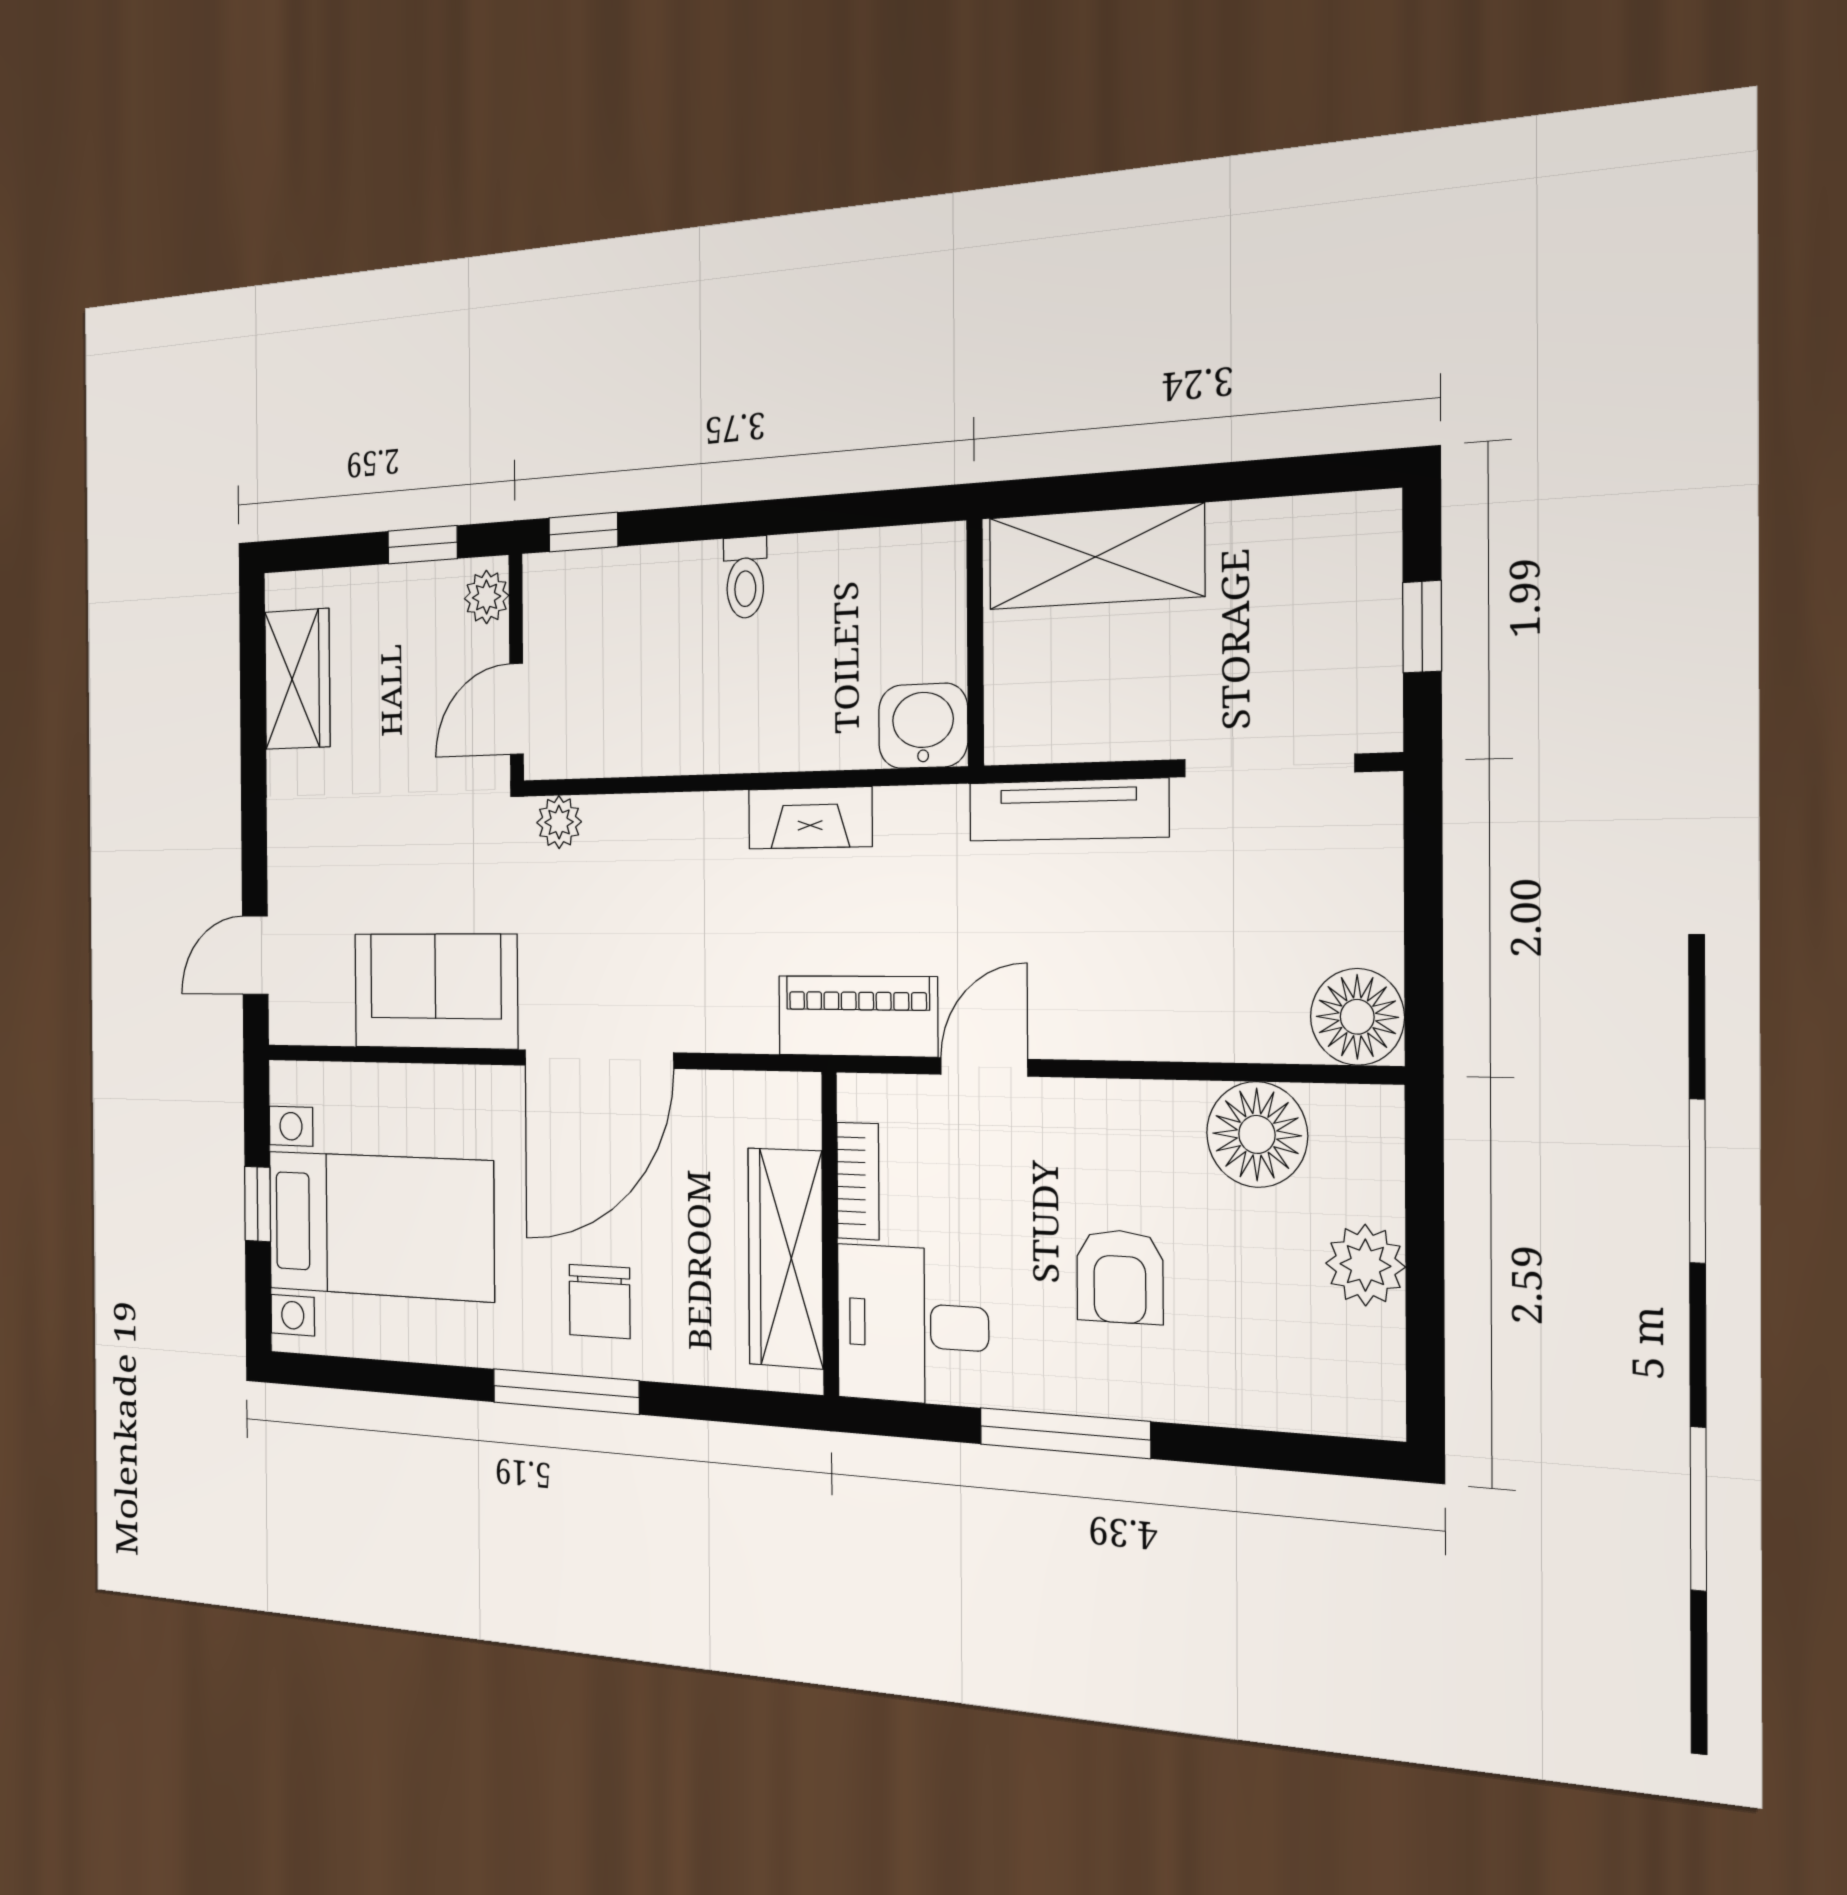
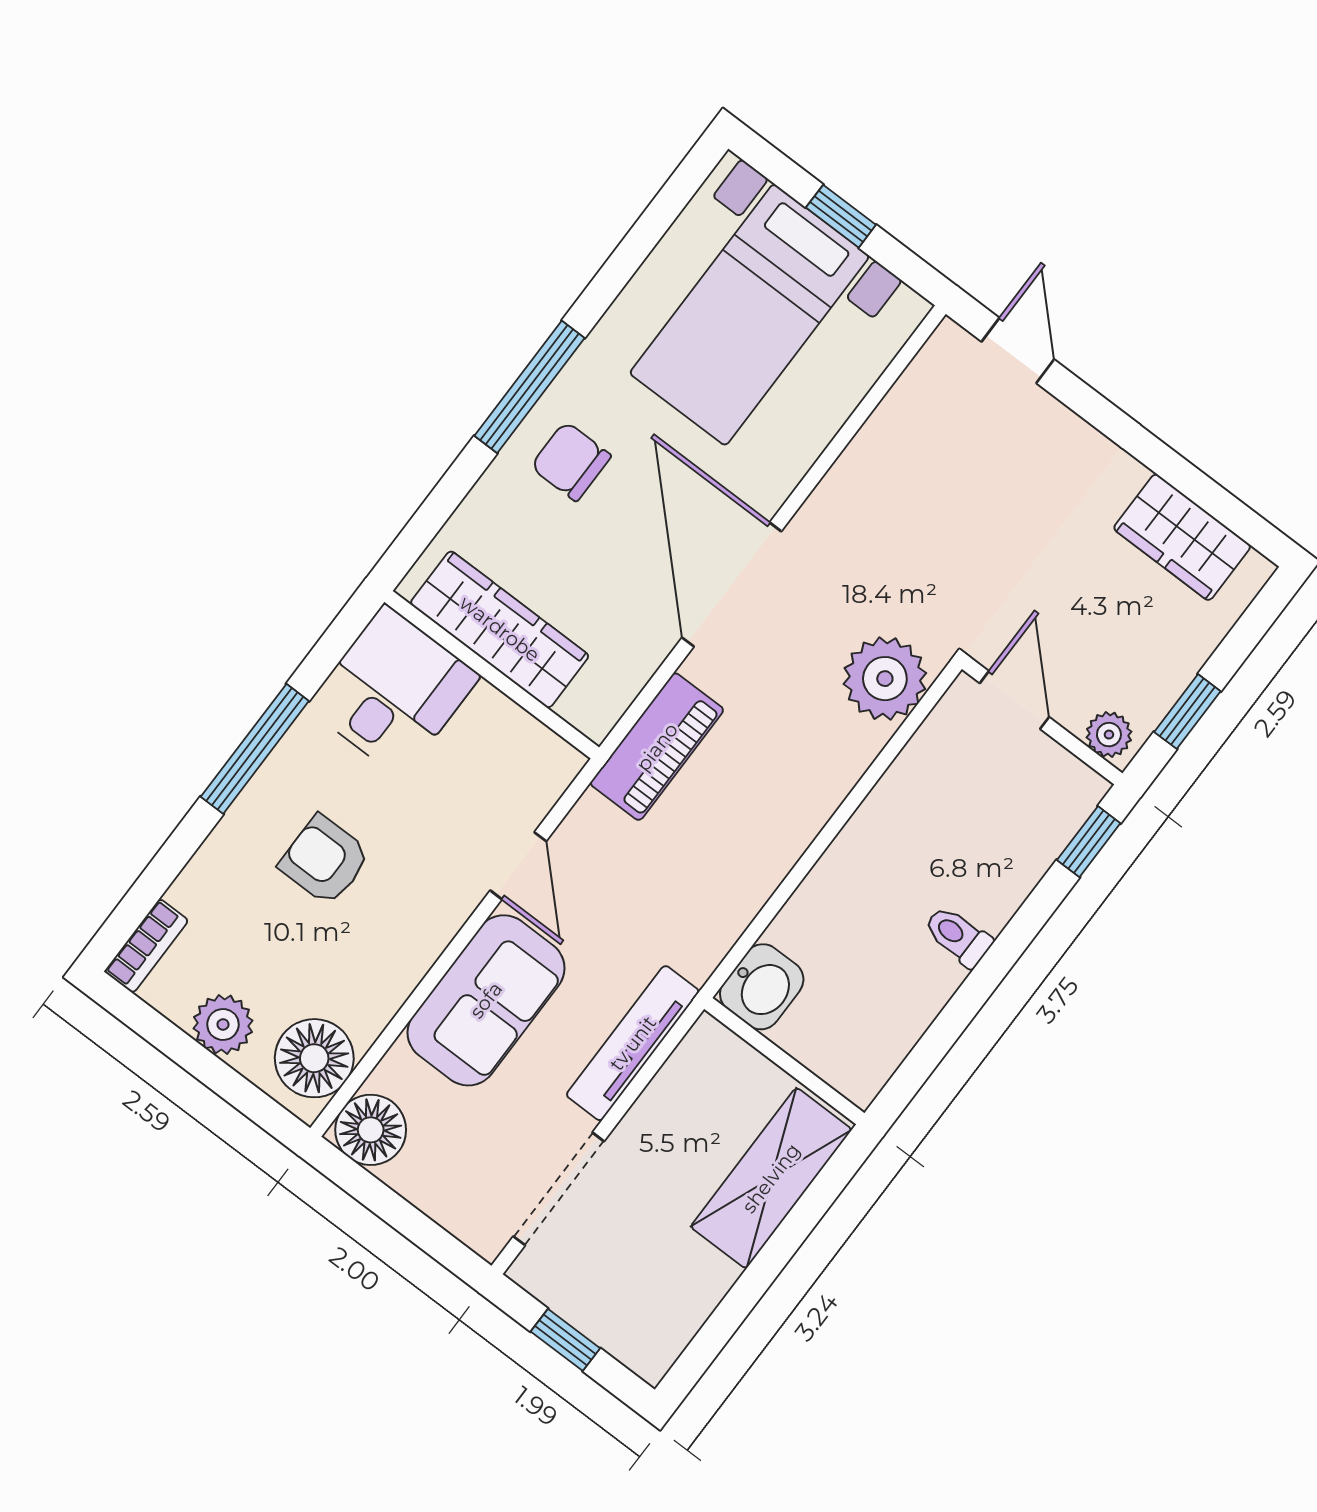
fireplace: (810, 818) -> (767, 864), removed
plant: (559, 822) -> (885, 679), width x1.87, depth x1.87
sofa: (435, 991) -> (486, 1000), moved
piano: (858, 1016) -> (657, 747), moved
floor lamp: (1257, 1134) -> (314, 1058), moved
bookcase: (858, 1181) -> (146, 946), moved, turned -90

